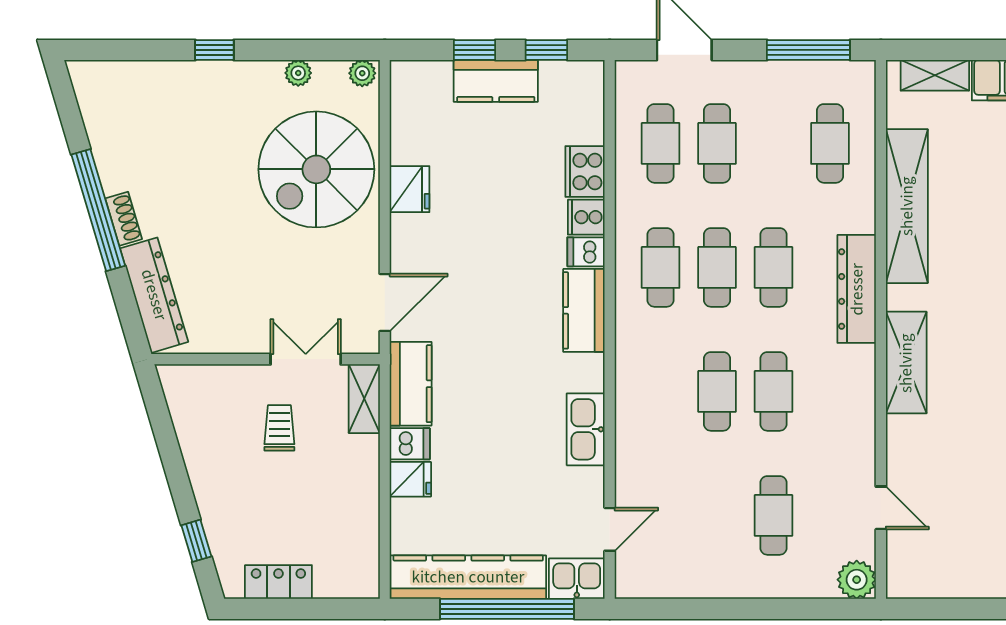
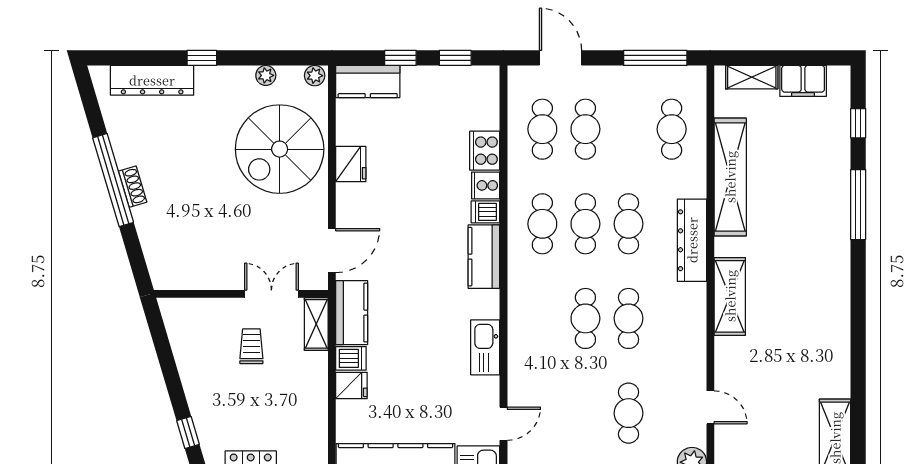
kitchen counter: (496, 81) -> (368, 81), moved
dresser: (154, 295) -> (152, 80), moved, turned 107

